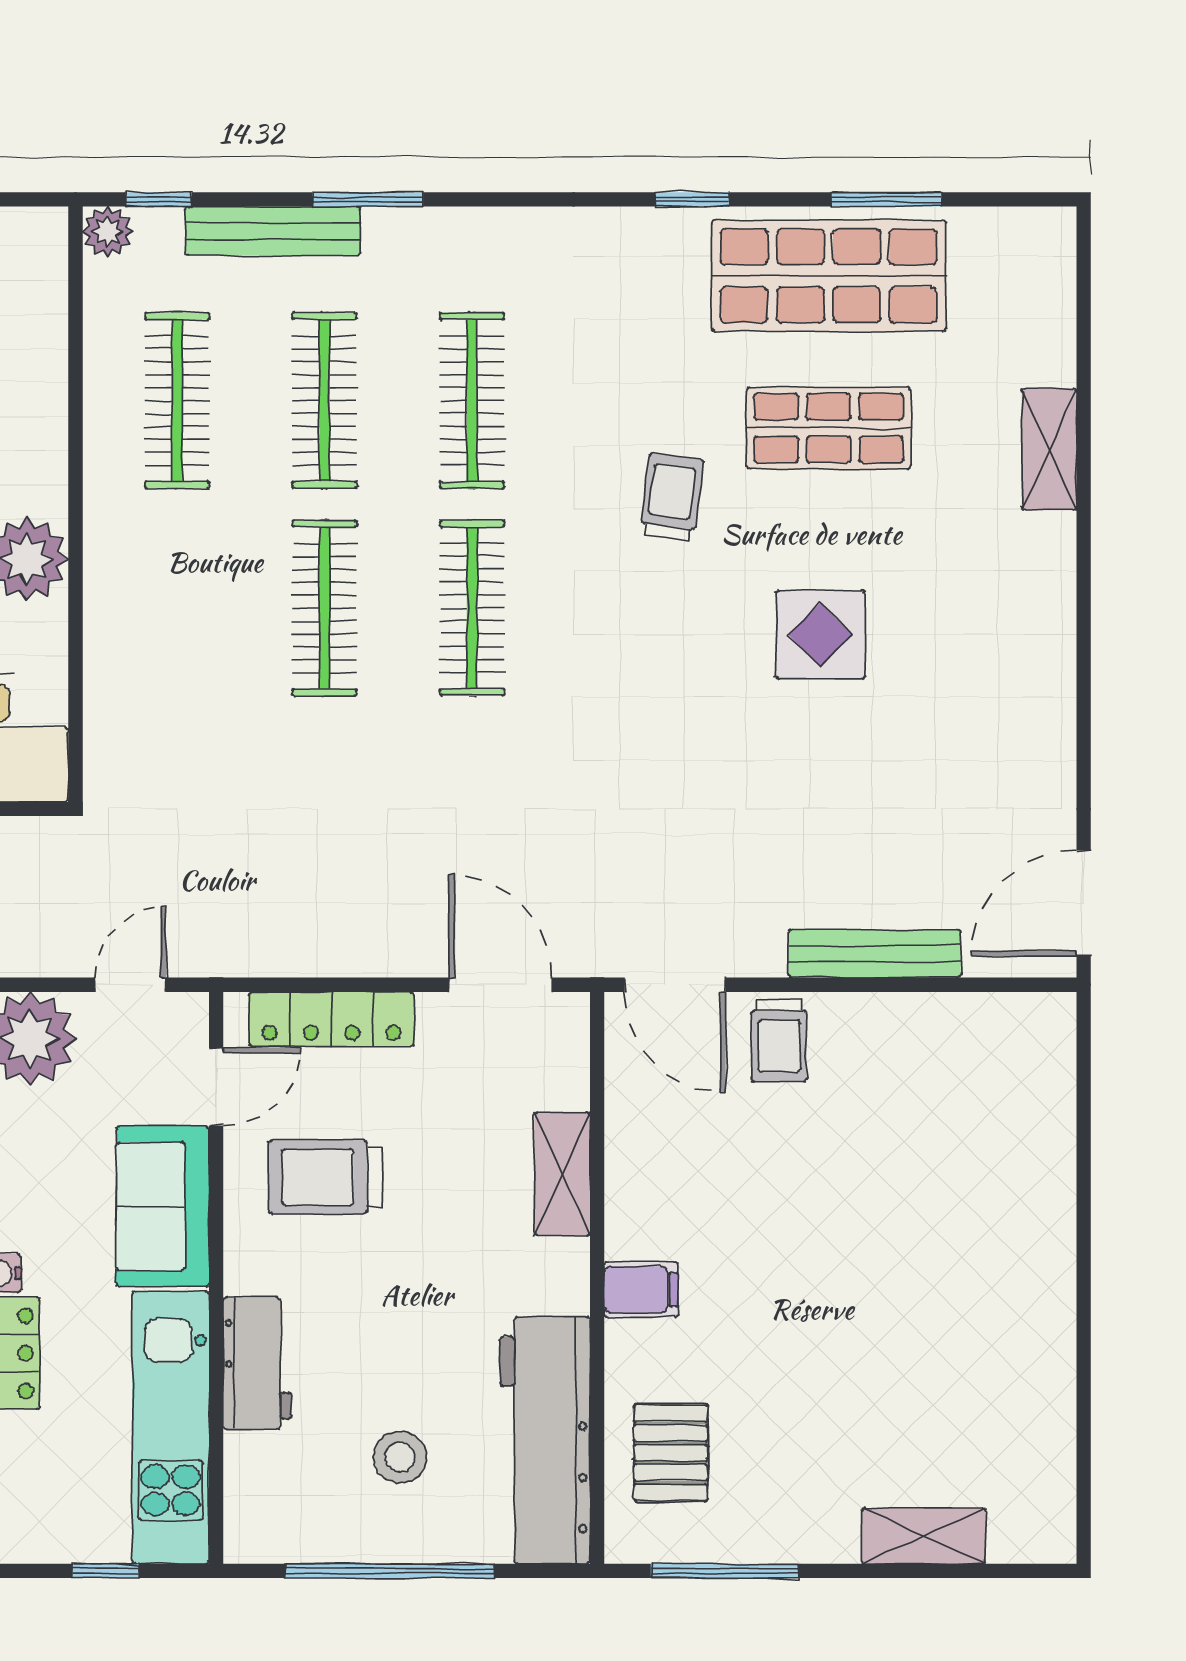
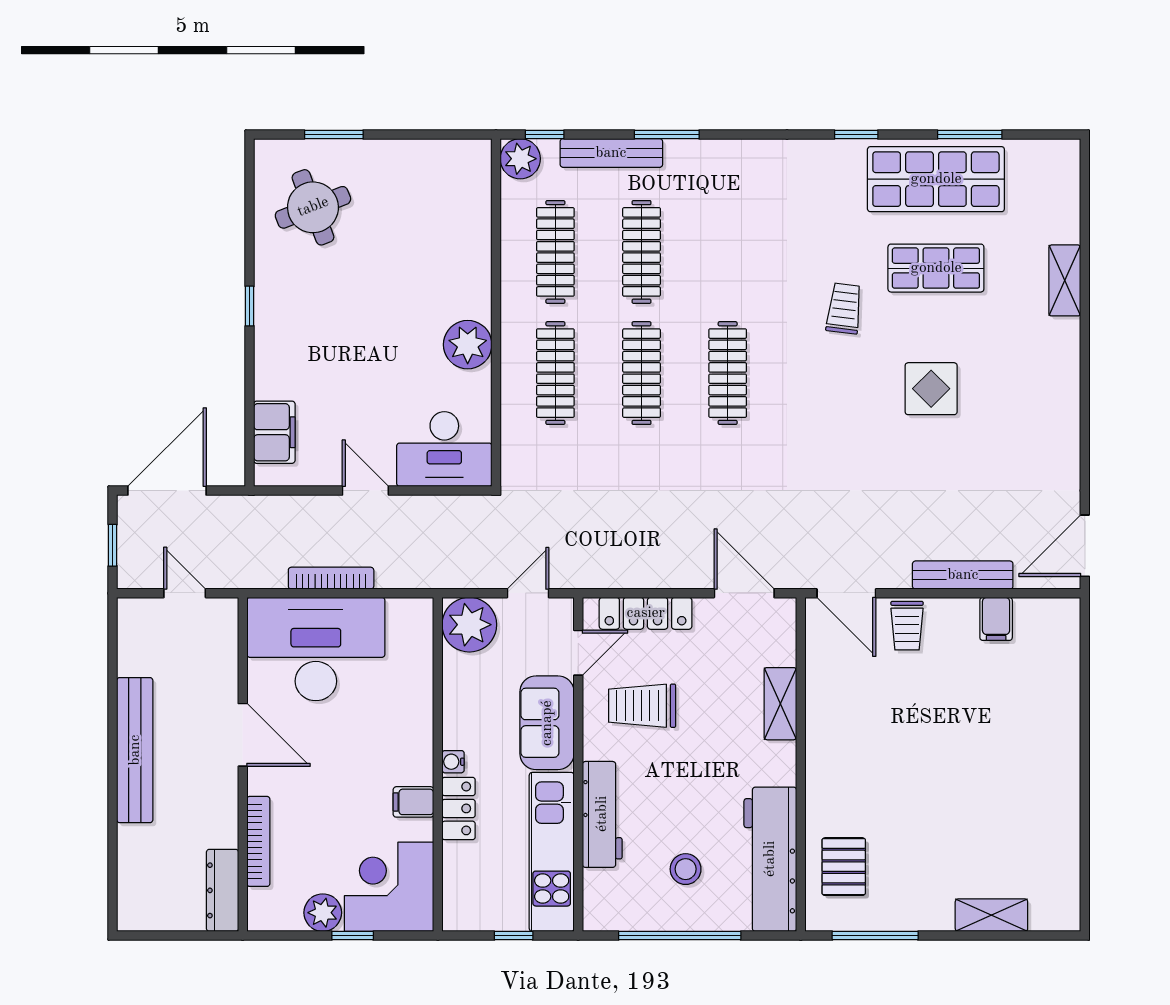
plant: (108, 231) -> (520, 159), width x1.38, depth x1.38
clothes rail: (472, 400) -> (555, 373), moved
filing cabinet: (641, 1290) -> (996, 619), moved, turned 90
workbench: (257, 1363) -> (602, 814), width x1.38

